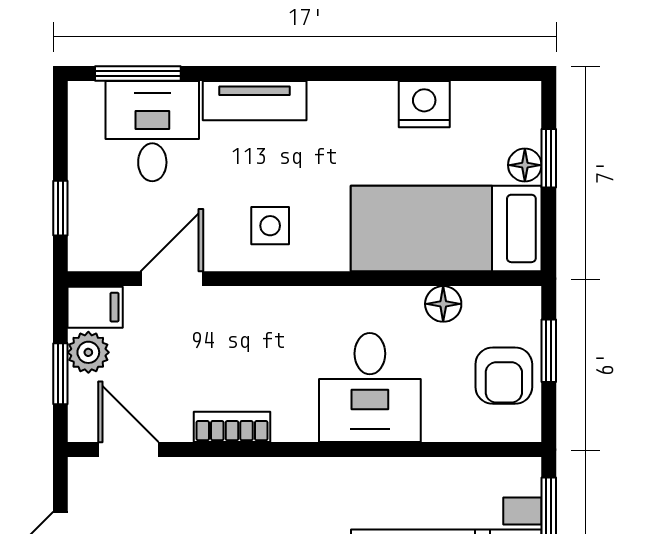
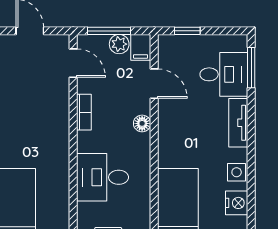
side table: (270, 226) -> (237, 172), moved
floor lamp: (443, 304) -> (142, 123), moved
window: (60, 374) -> (109, 31), width x1.50
door: (128, 450) -> (73, 63), hinge flipped

